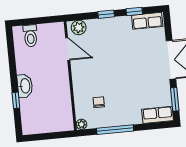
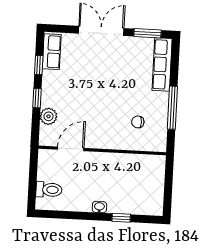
plant: (79, 28) -> (48, 116), moved
washbasin: (25, 86) -> (99, 207), width x0.52, depth x0.69
row of seats: (158, 115) -> (162, 64), width x1.48
plant: (81, 124) -> (160, 146), removed

